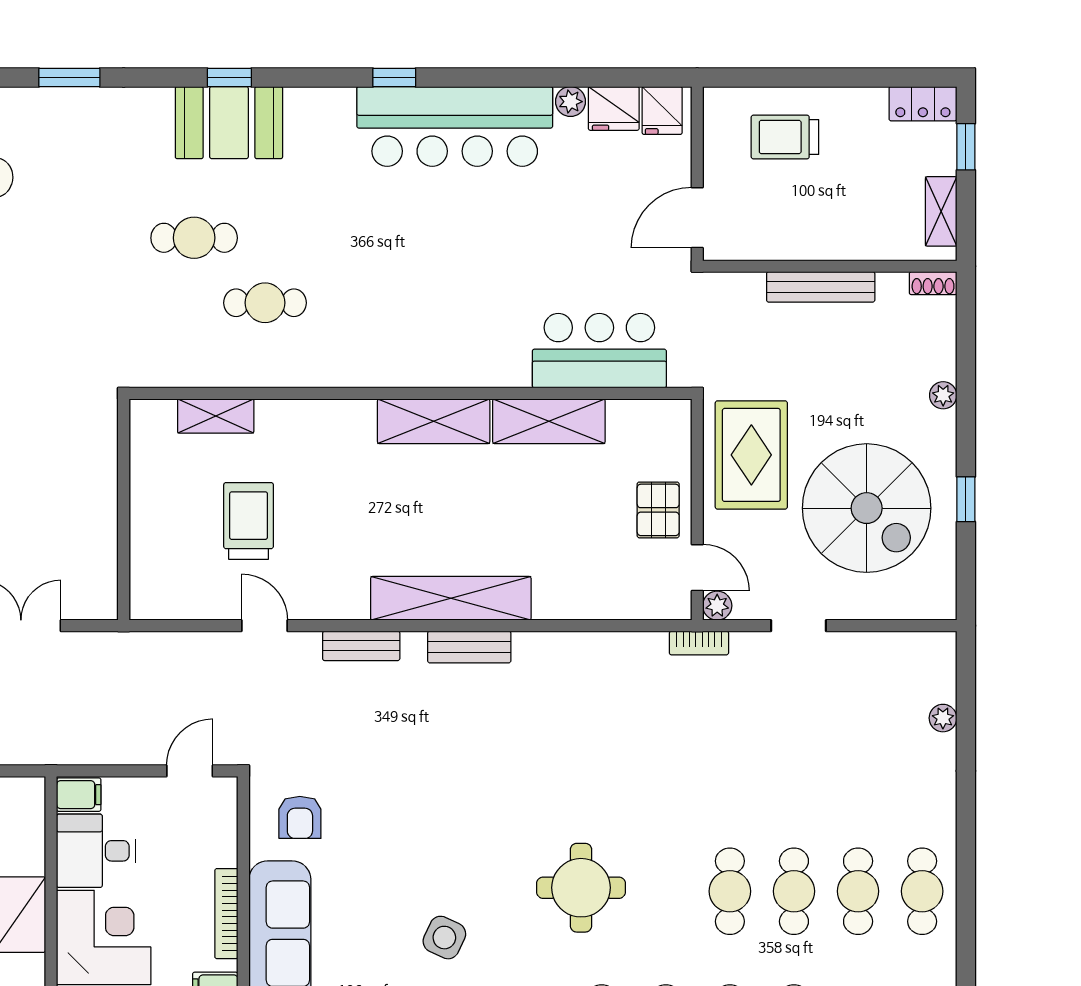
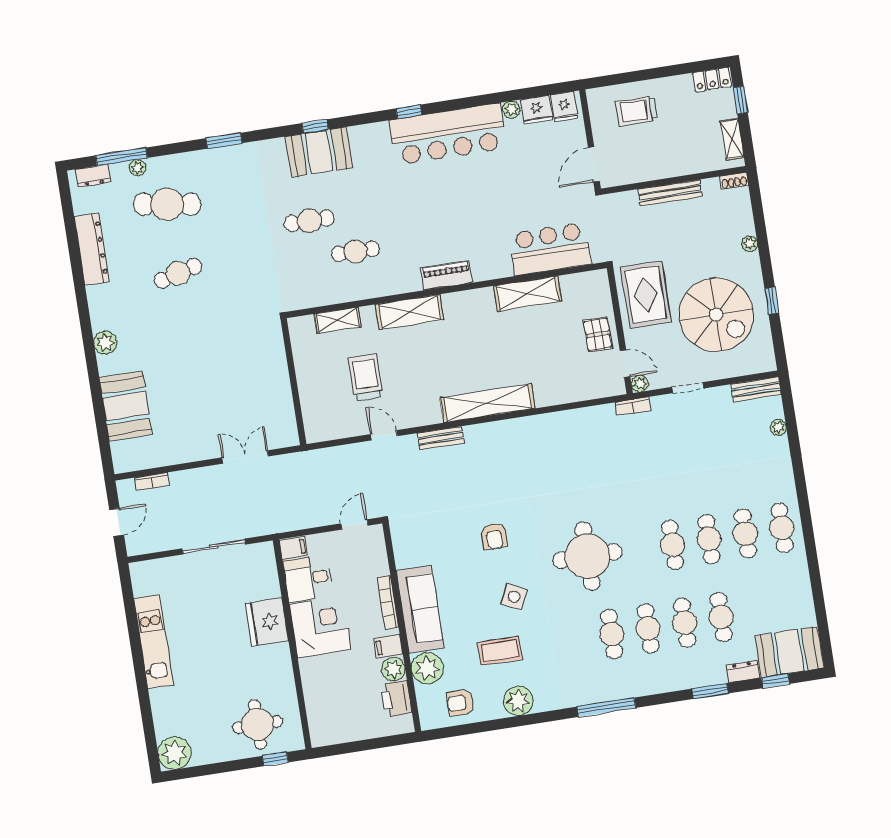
piano: (415, 369) -> (447, 276), added
shelving: (434, 421) -> (409, 312), moved
bench: (469, 647) -> (756, 389), moved
armchair: (300, 817) -> (494, 536), moved
round table: (581, 888) -> (587, 556), width x1.36, depth x1.36

